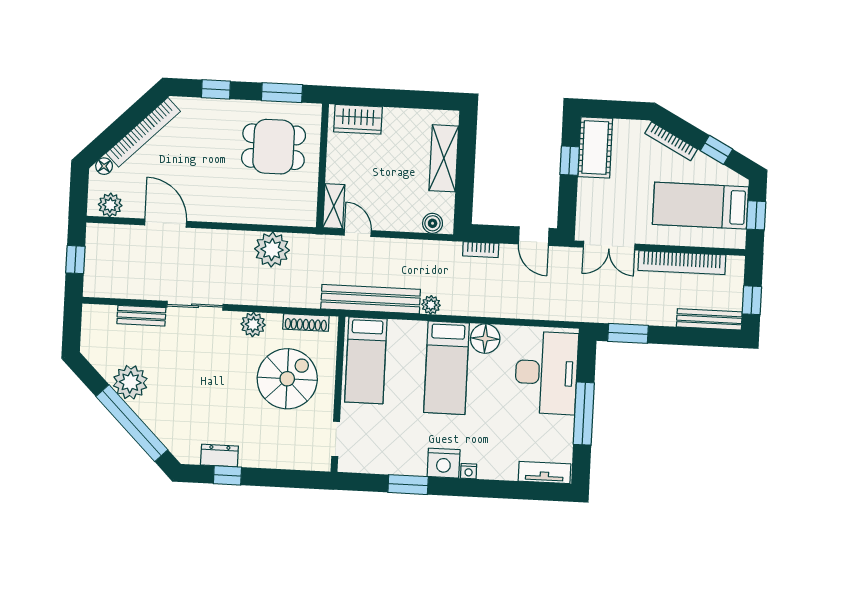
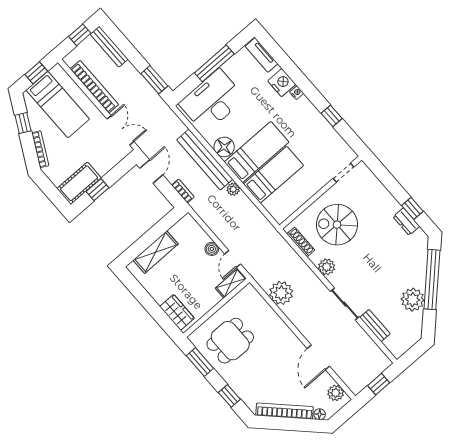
dining table: (274, 147) -> (230, 341), turned 90
boiler: (433, 223) -> (212, 249), moved
bench: (371, 299) -> (205, 160), moved
bed: (366, 360) -> (273, 175), moved
nightstand: (444, 463) -> (282, 83), moved
window: (408, 485) -> (332, 116), width x0.67

